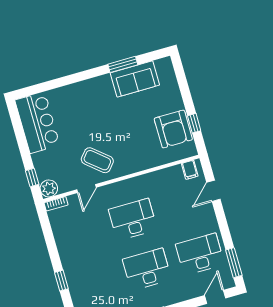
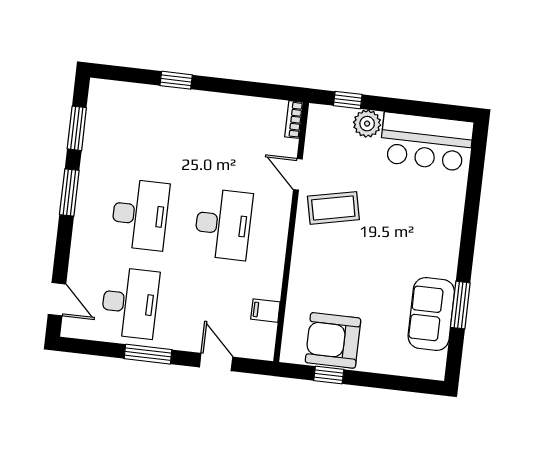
coffee table: (97, 160) -> (333, 208), turned 38
filing cabinet: (190, 170) -> (265, 311), moved
plant: (49, 188) -> (367, 124), moved
window: (234, 263) -> (148, 354), moved

